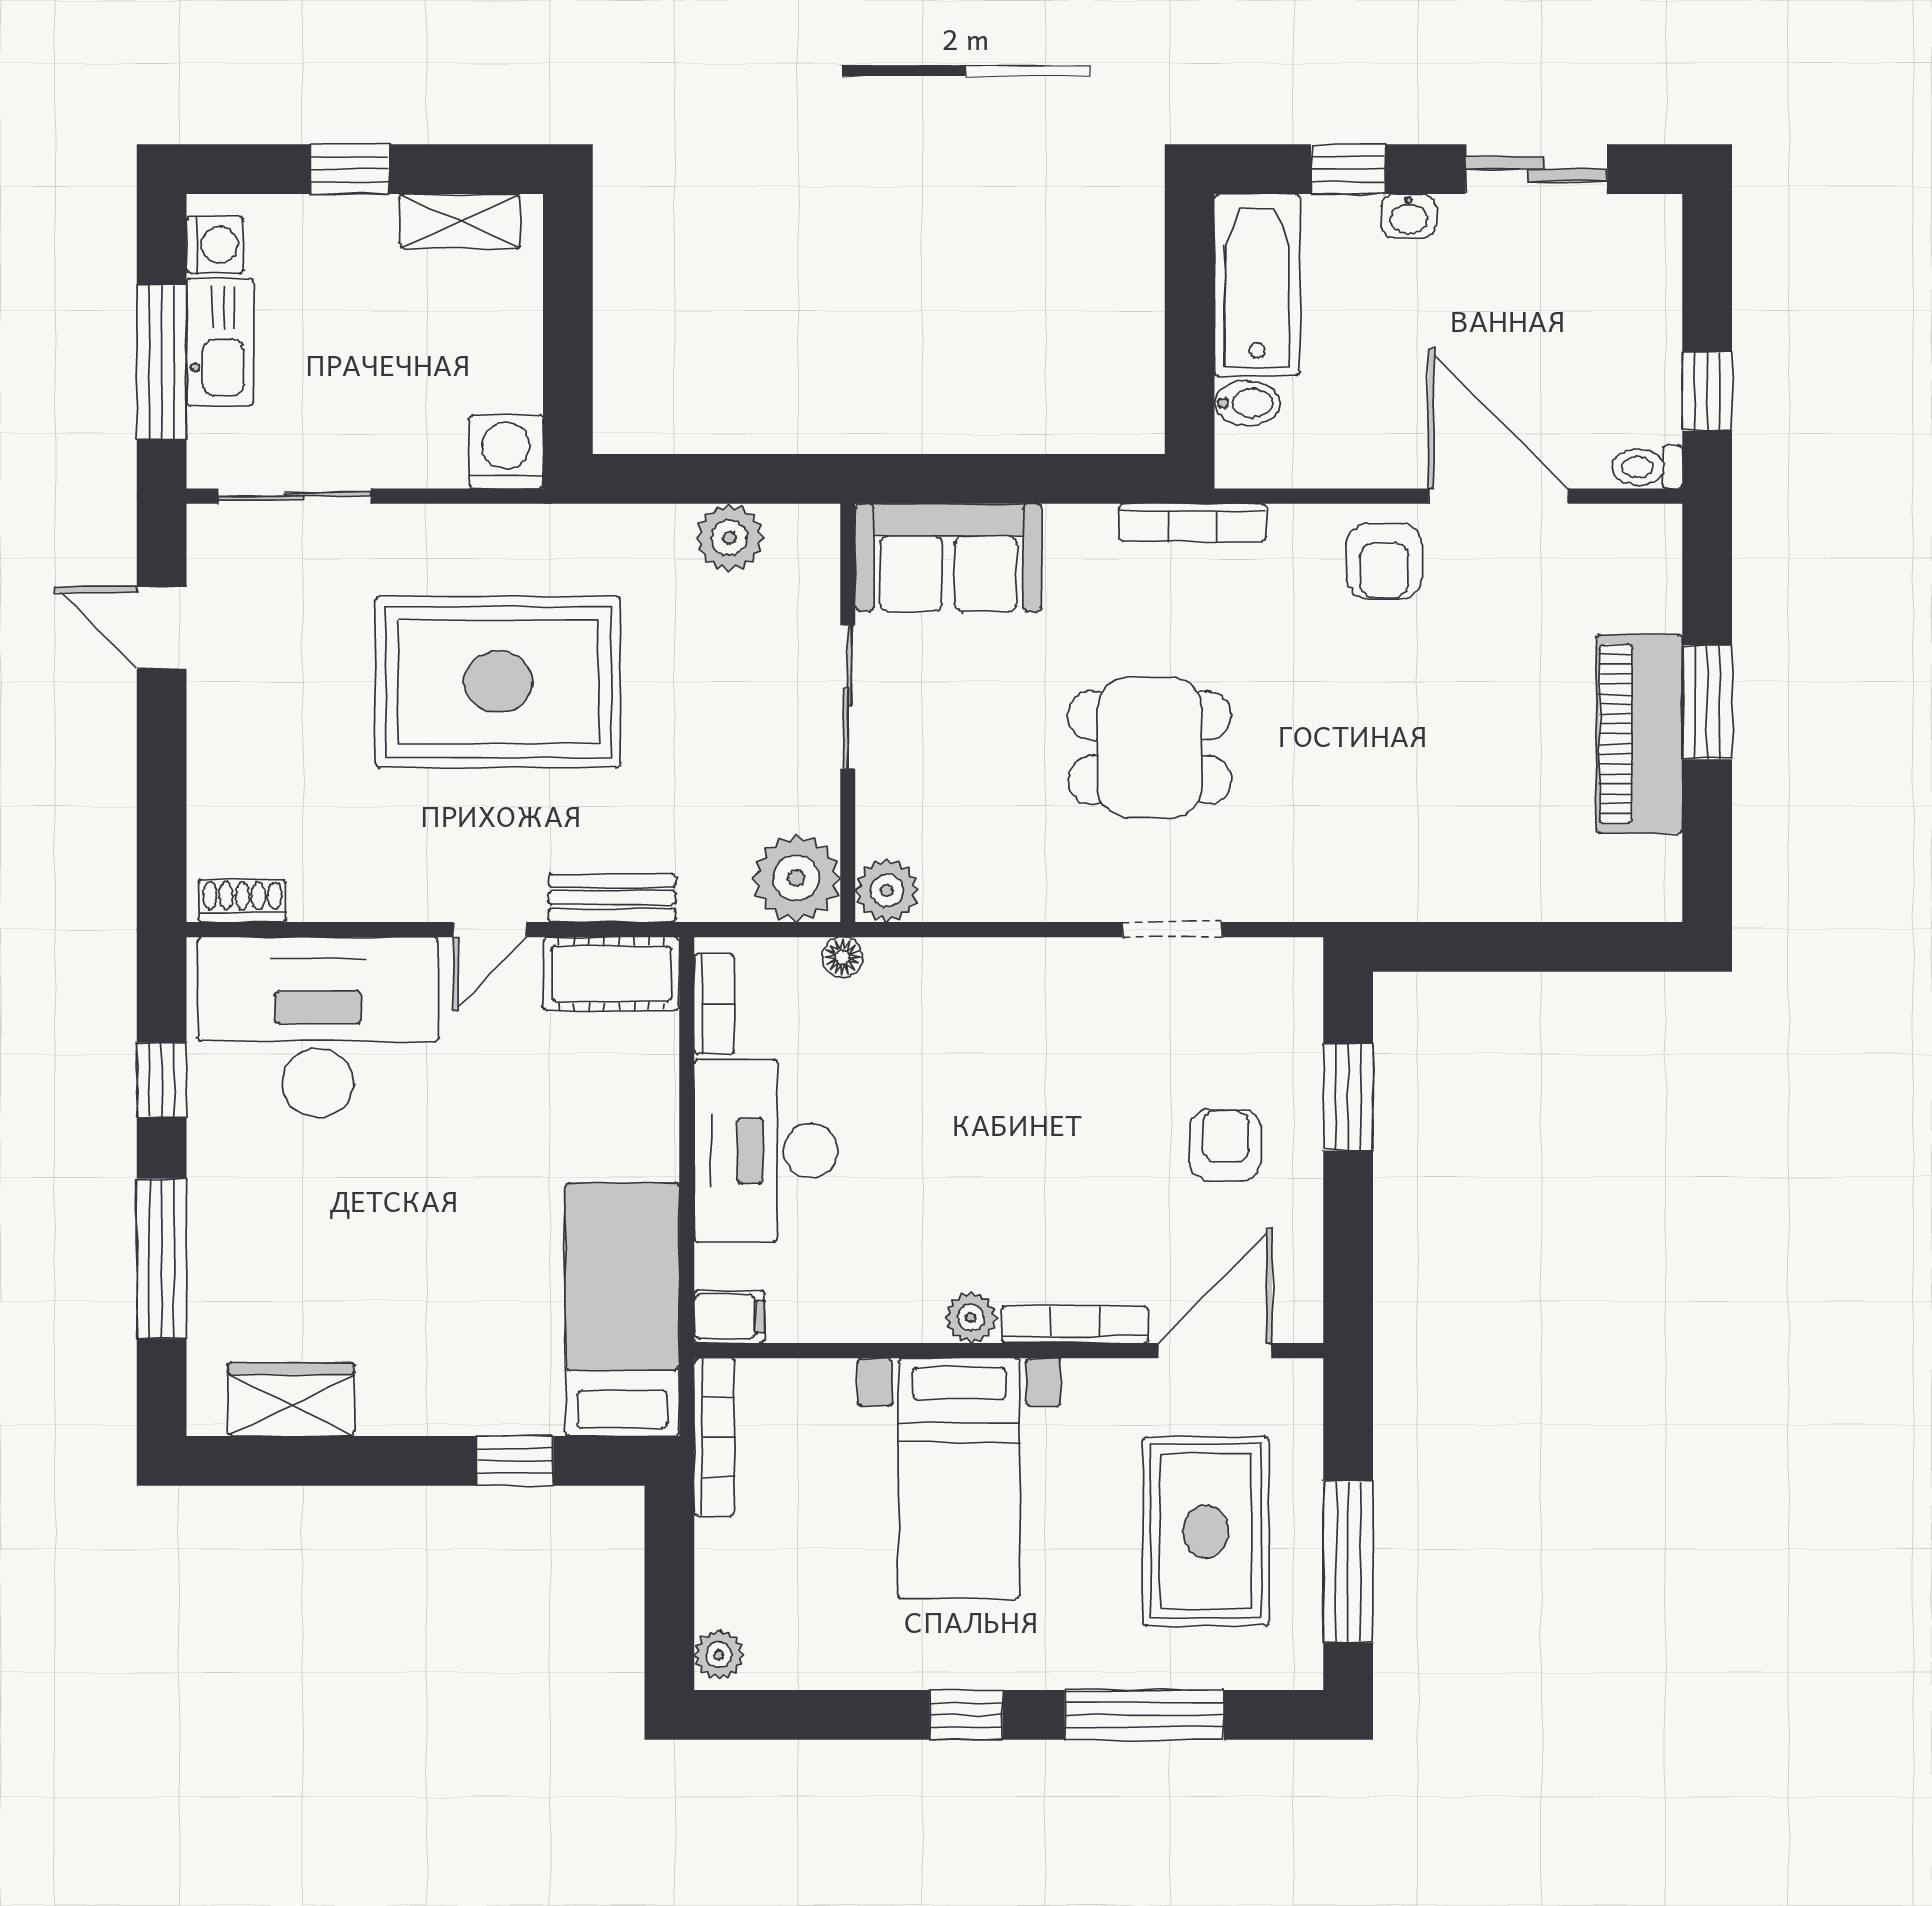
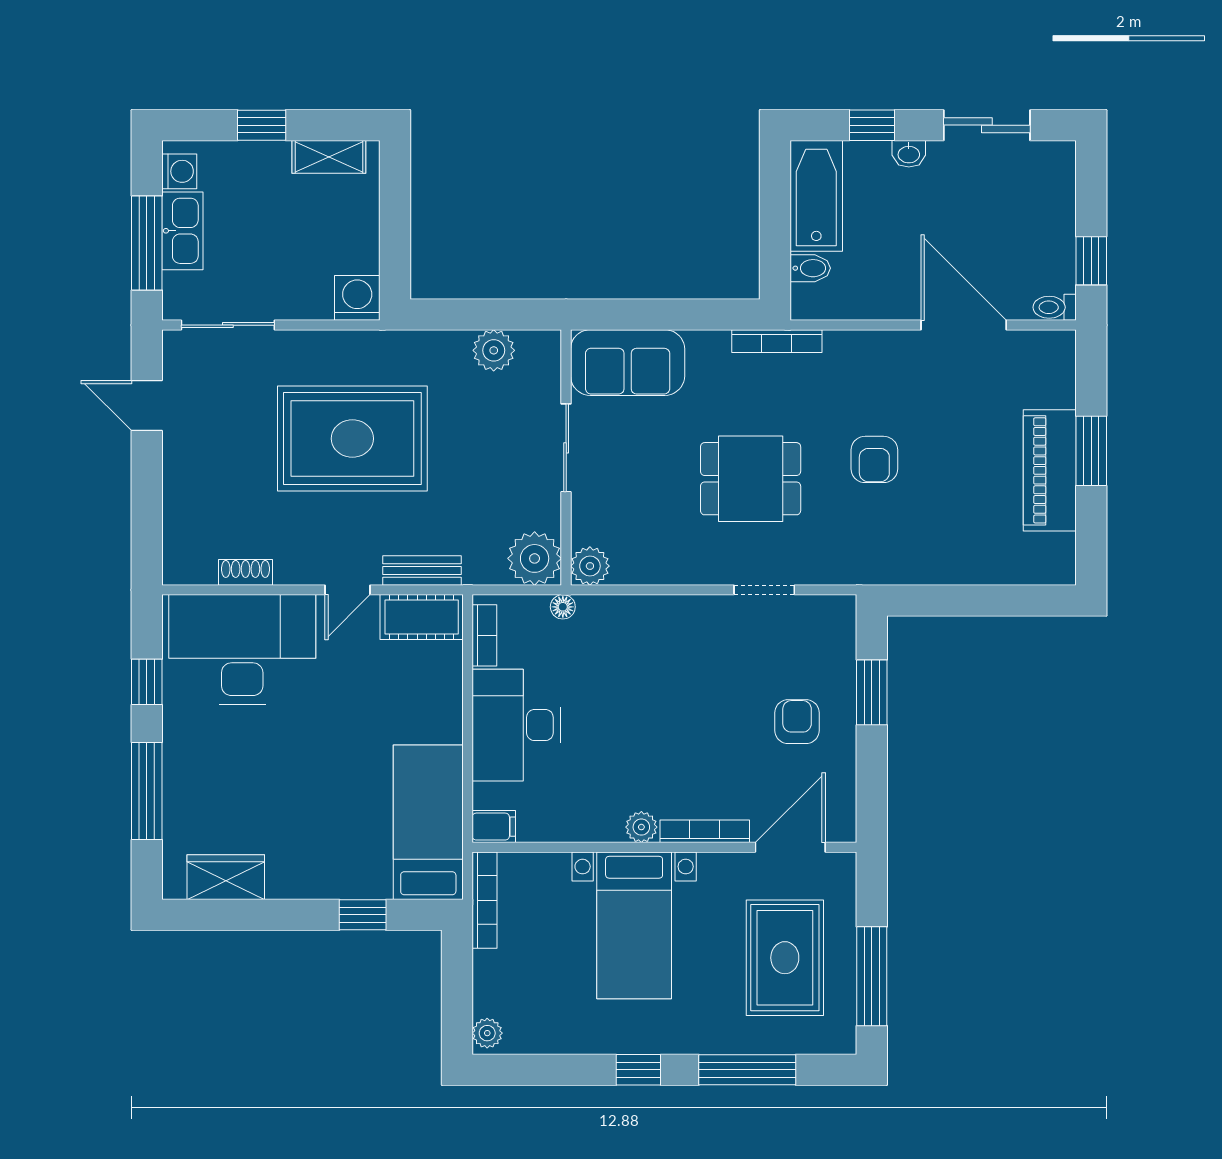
armchair: (1384, 561) -> (874, 459), moved
shoe rack: (242, 901) -> (245, 572), moved

